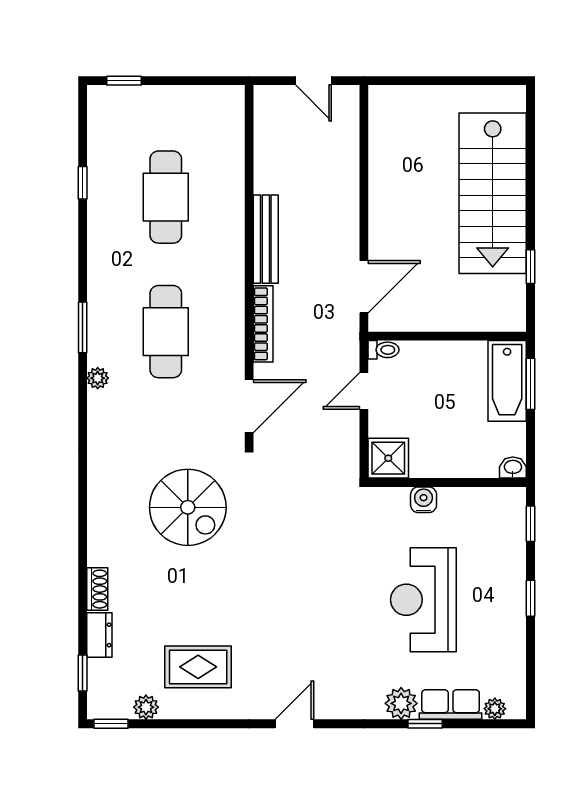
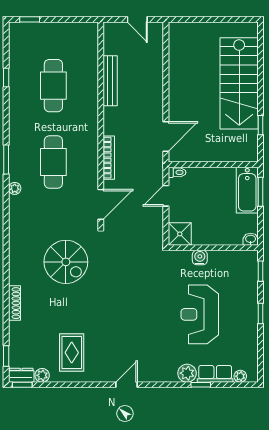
bench: (266, 239) -> (110, 81), moved
shoe rack: (97, 589) -> (14, 303), width x1.43
dresser: (99, 635) -> (21, 375), moved, turned -90
rug: (198, 667) -> (72, 353), turned 90

